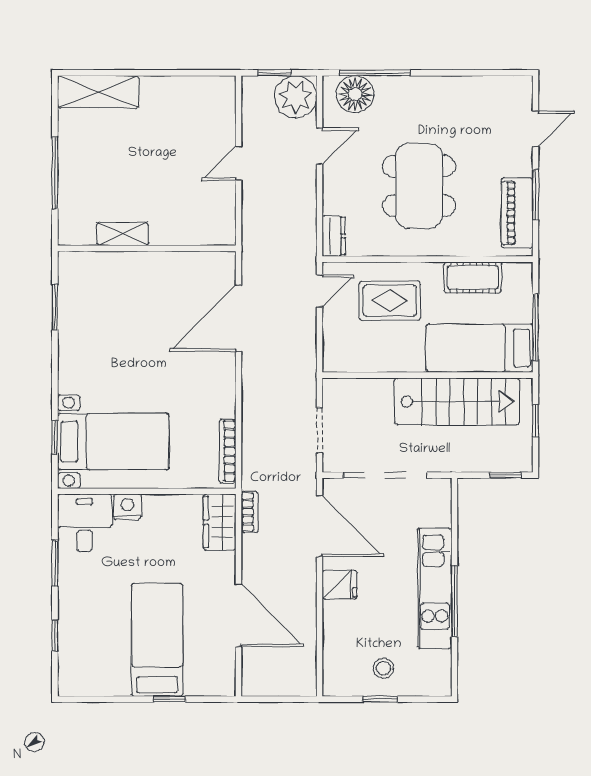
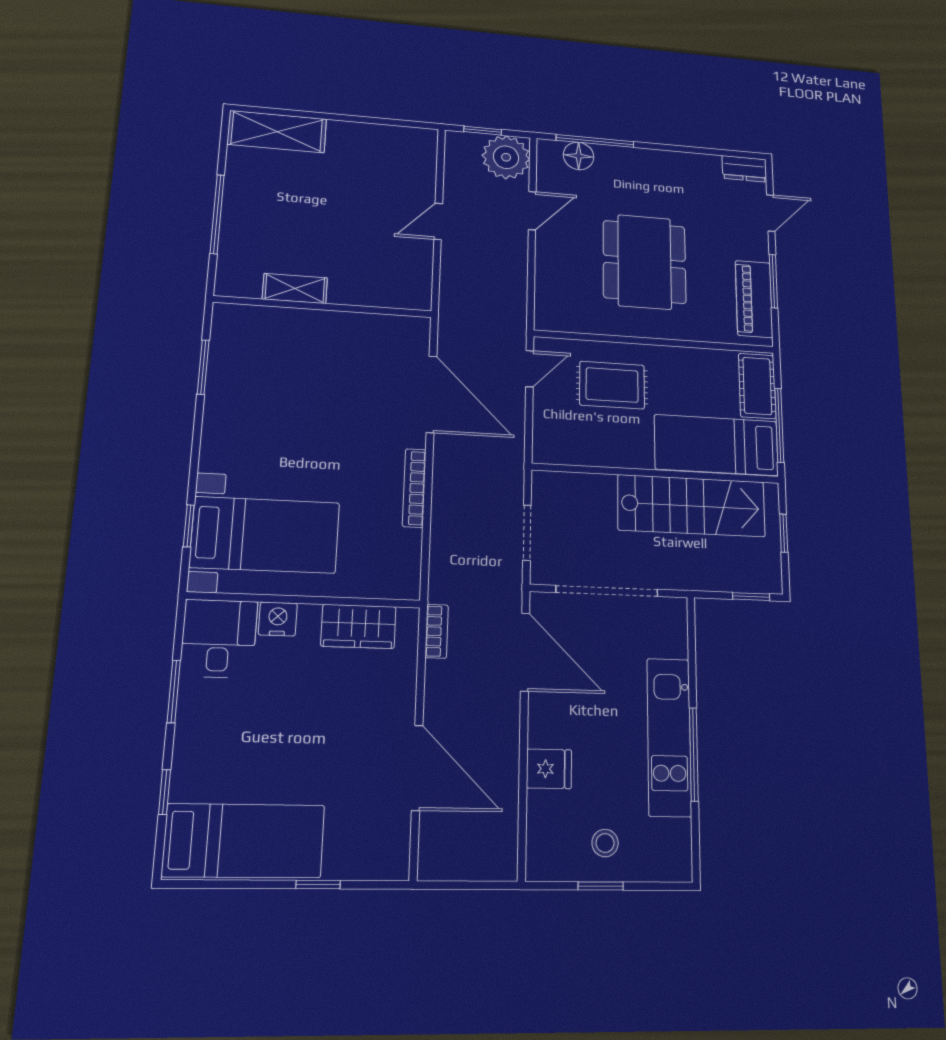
floor lamp: (355, 94) -> (579, 156), width x0.73, depth x0.73
dresser: (334, 236) -> (744, 169), moved, turned 90
cot: (473, 277) -> (757, 386), moved, turned 90
door: (239, 318) -> (432, 394), swing flipped
bookcase: (228, 451) -> (414, 488), moved
wardrobe: (220, 522) -> (358, 626), moved, turned -90
fridge: (340, 585) -> (549, 769), moved
bed: (157, 640) -> (244, 841), moved, turned 90

